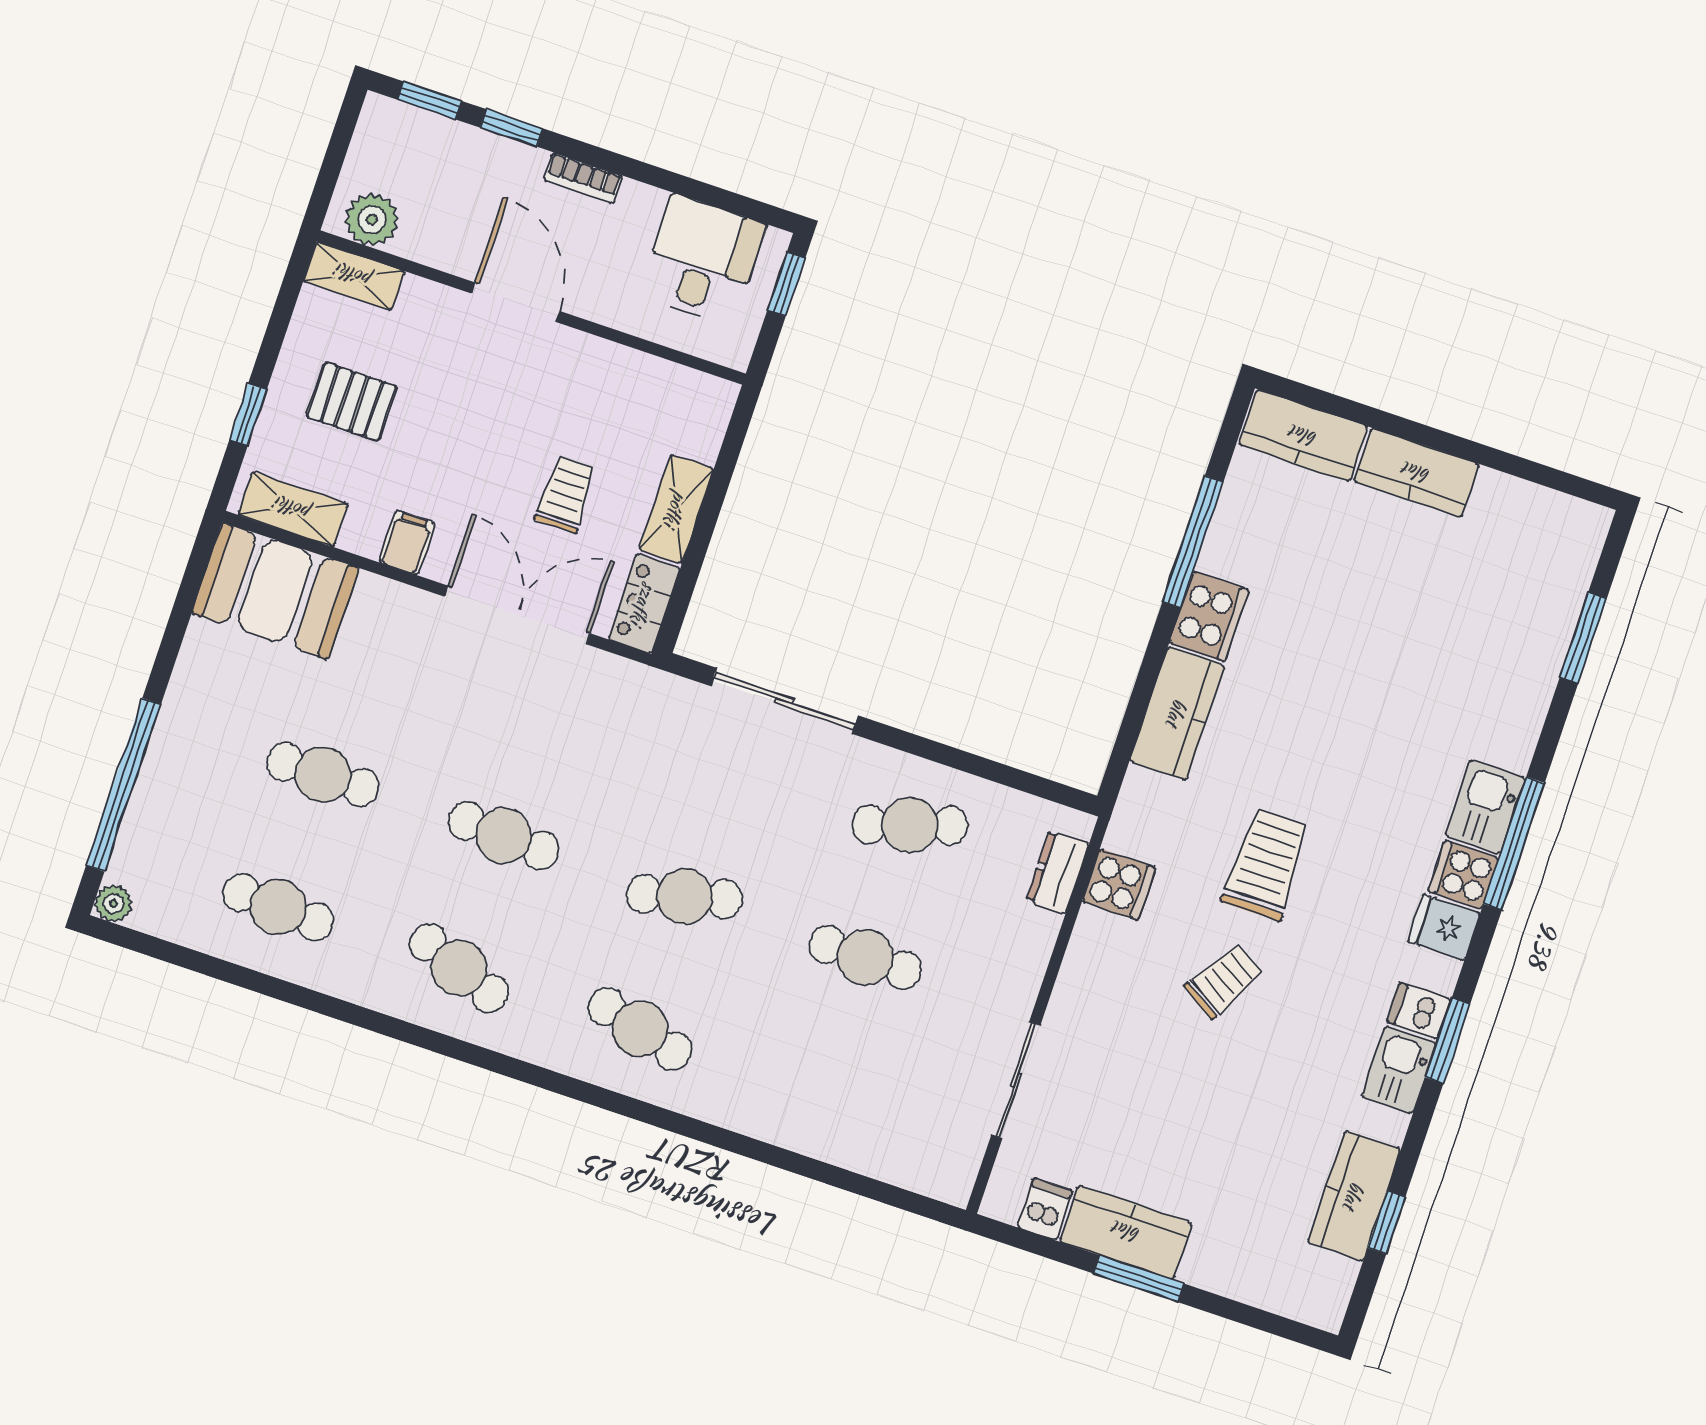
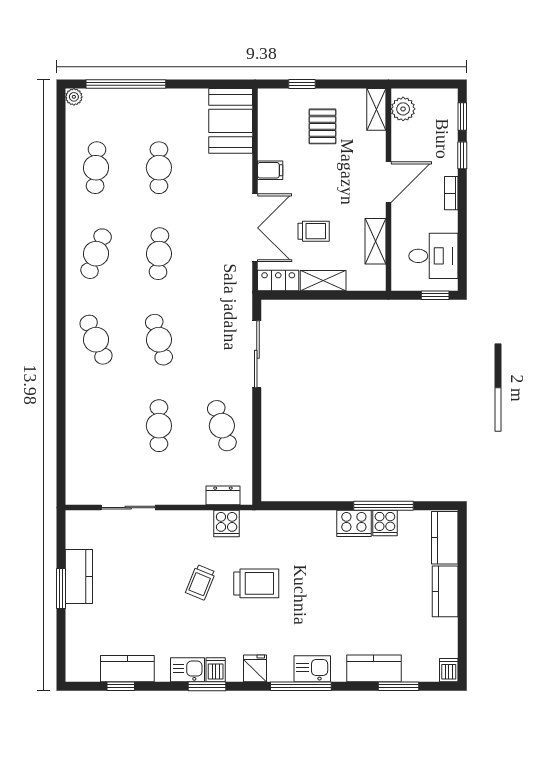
shelving: (293, 509) -> (376, 241), moved
kitchen counter: (1177, 713) -> (374, 668), moved, turned 180
cooker: (1463, 875) -> (385, 523), moved, turned 180
trolley: (1224, 981) -> (200, 582), turned 81
cafe table: (640, 1029) -> (96, 340), turned -39
dishwasher: (1045, 1209) -> (449, 670), moved, turned -90

